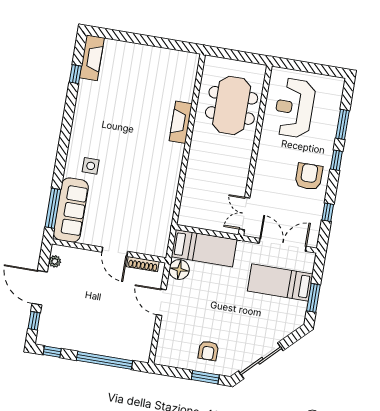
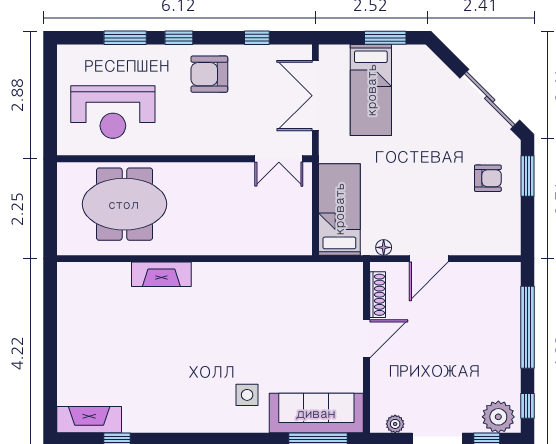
floor lamp: (179, 270) -> (384, 247), width x0.53, depth x0.53
plant: (48, 331) -> (498, 417), added

